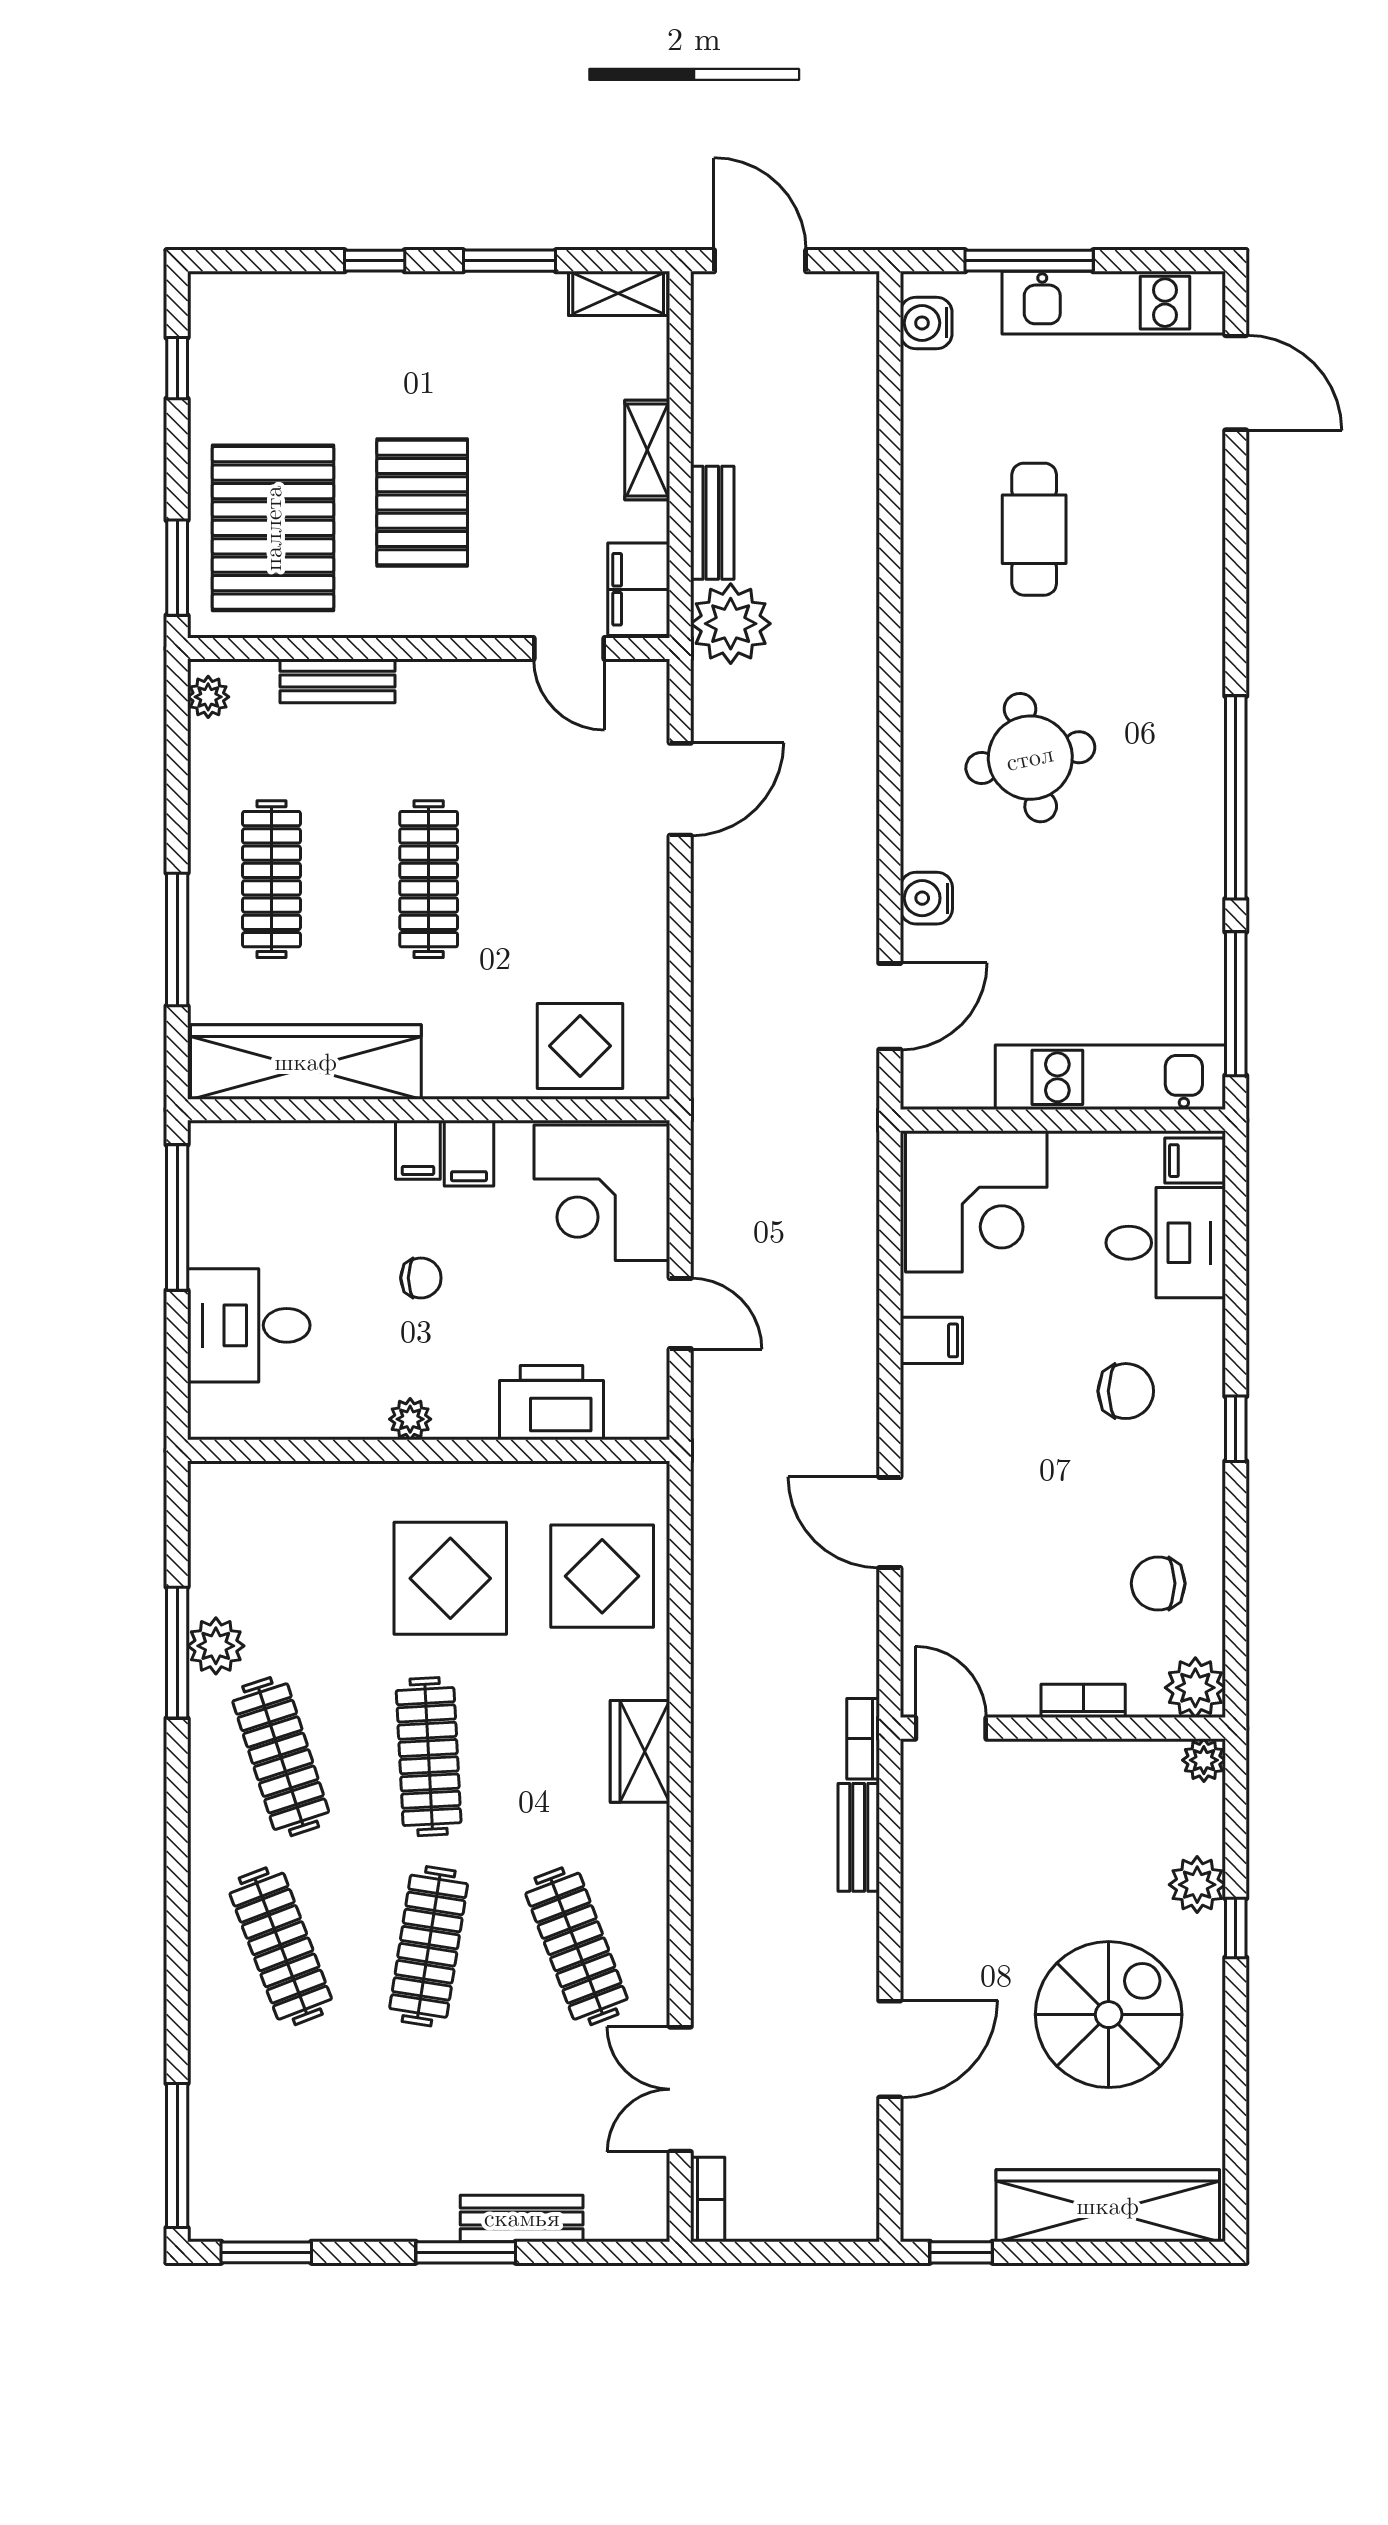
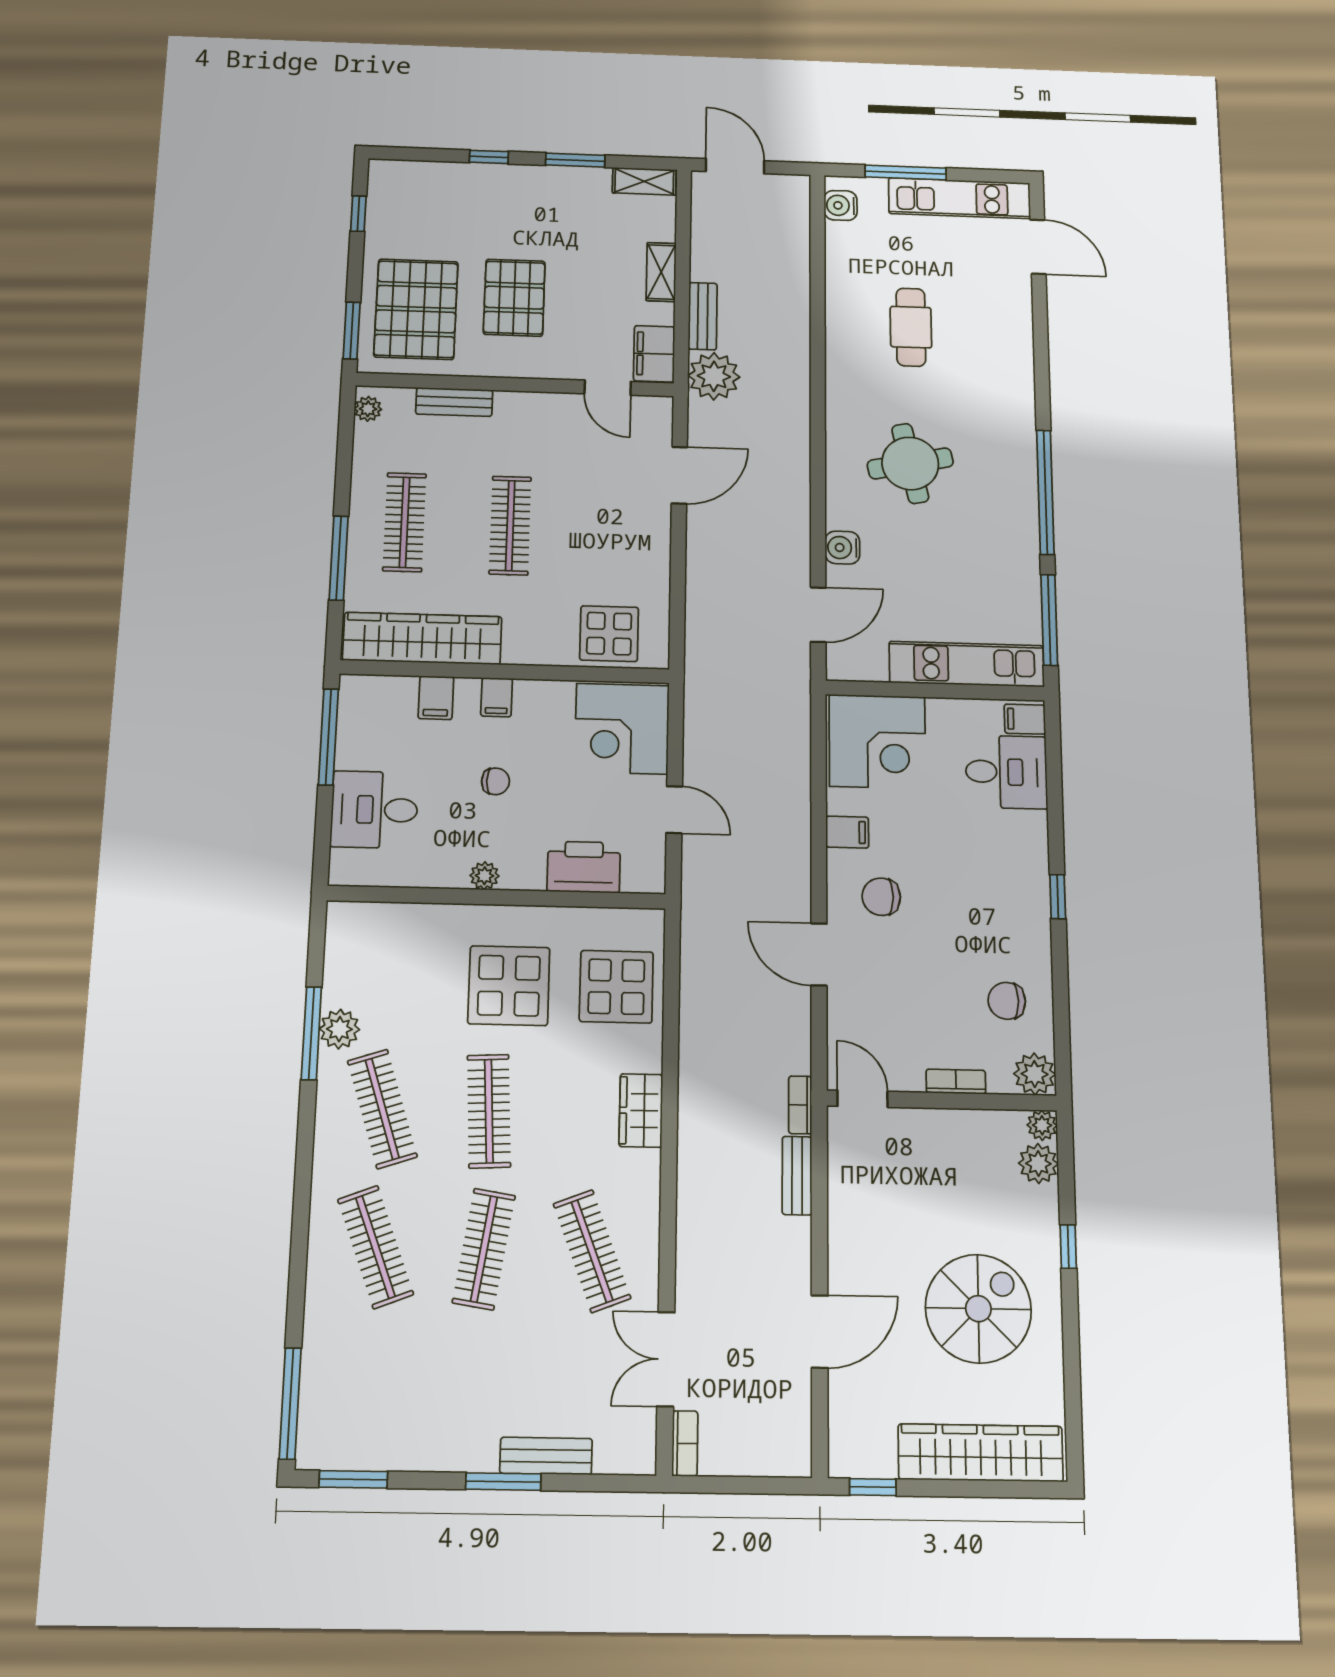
filing cabinet: (469, 1153) -> (436, 698), moved
chair: (1126, 1391) -> (881, 897), moved, turned 180
plant: (1197, 1885) -> (1038, 1164), moved

